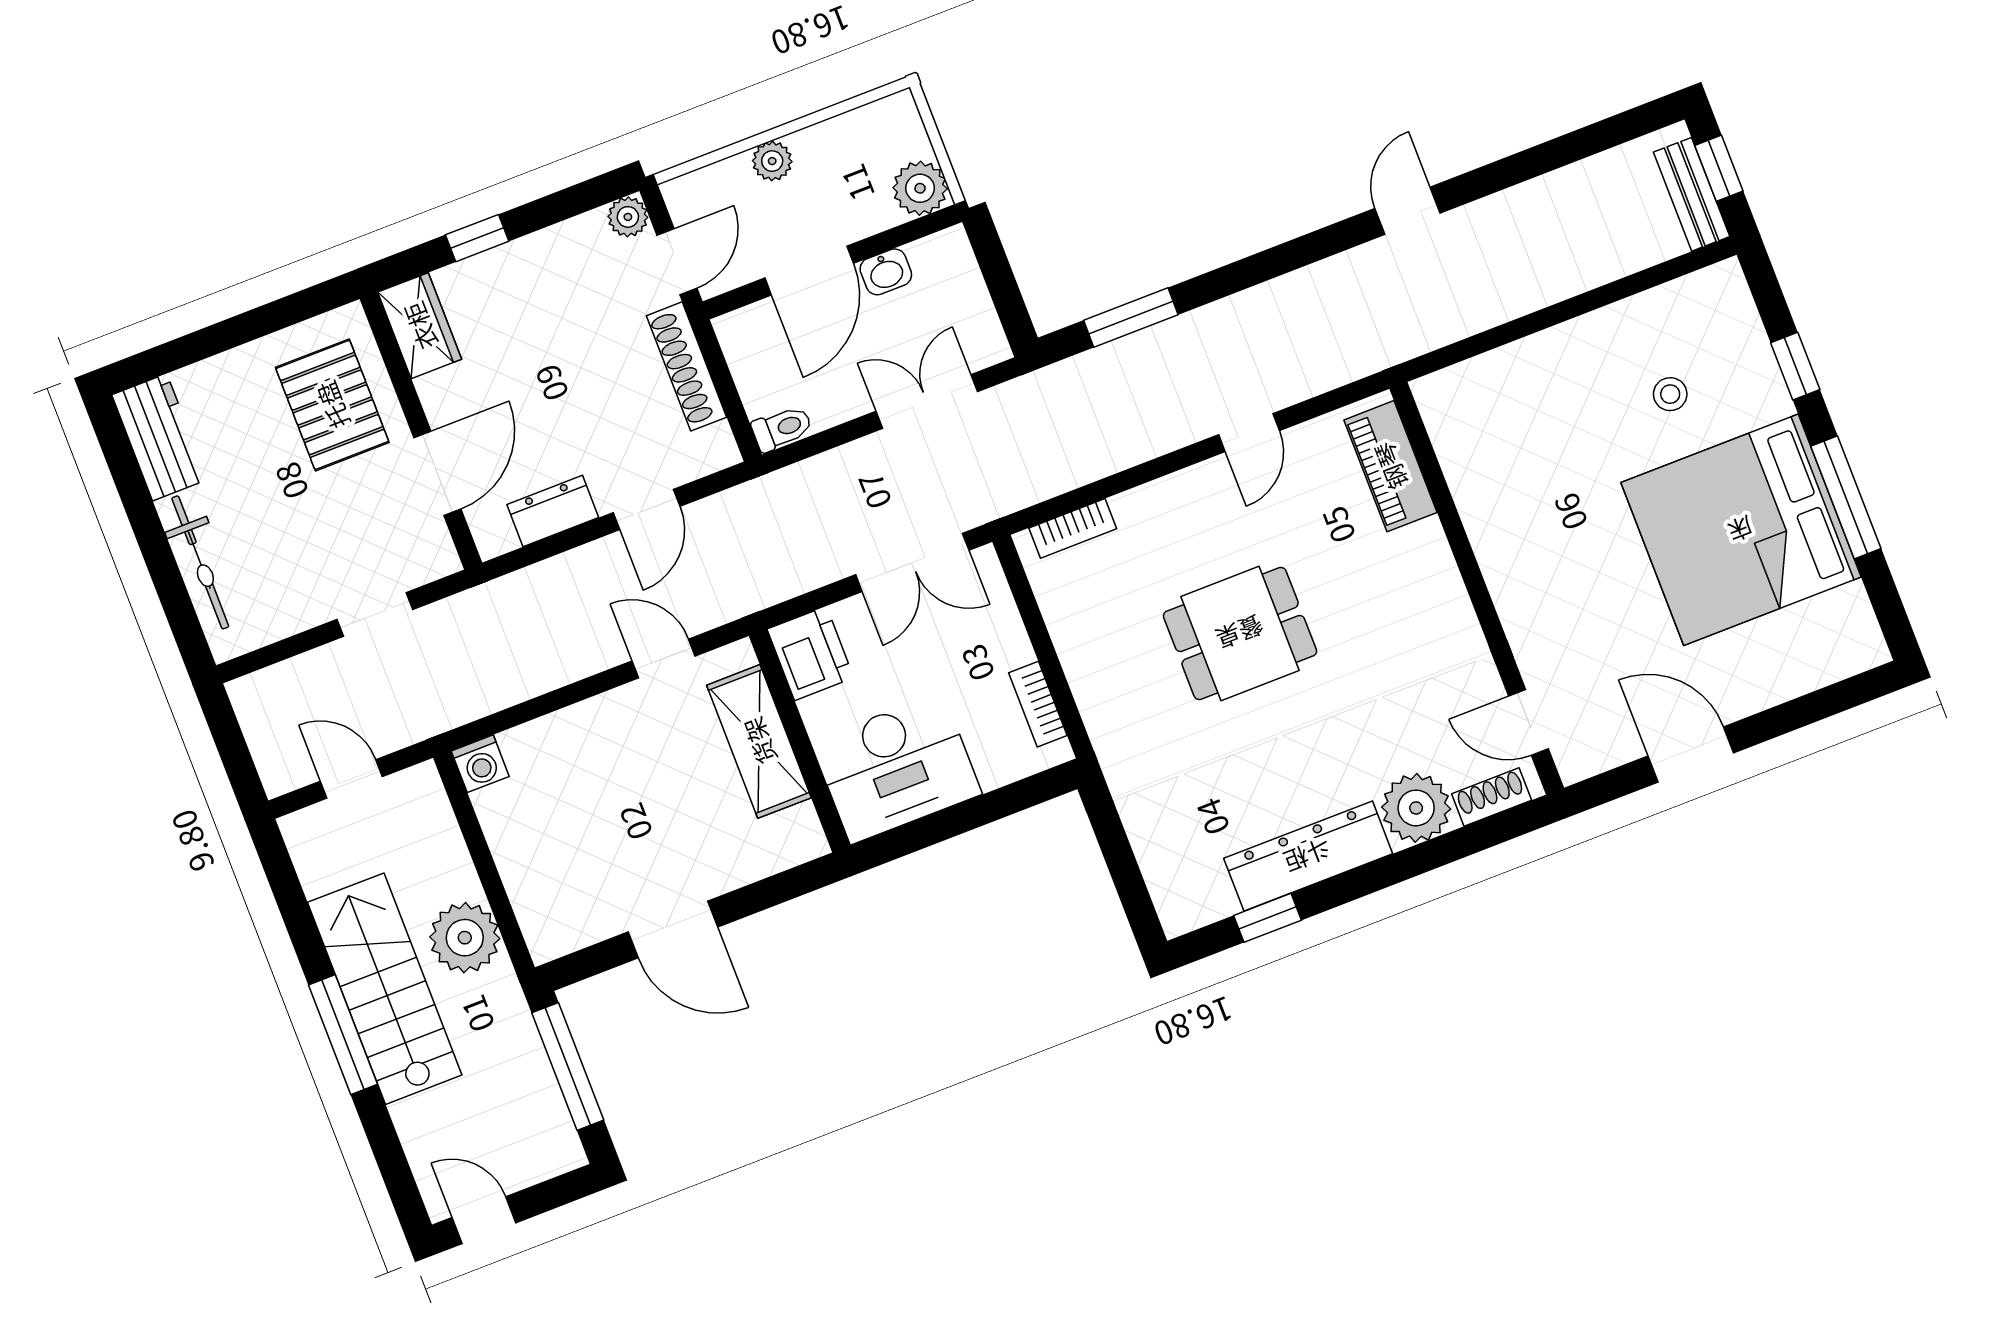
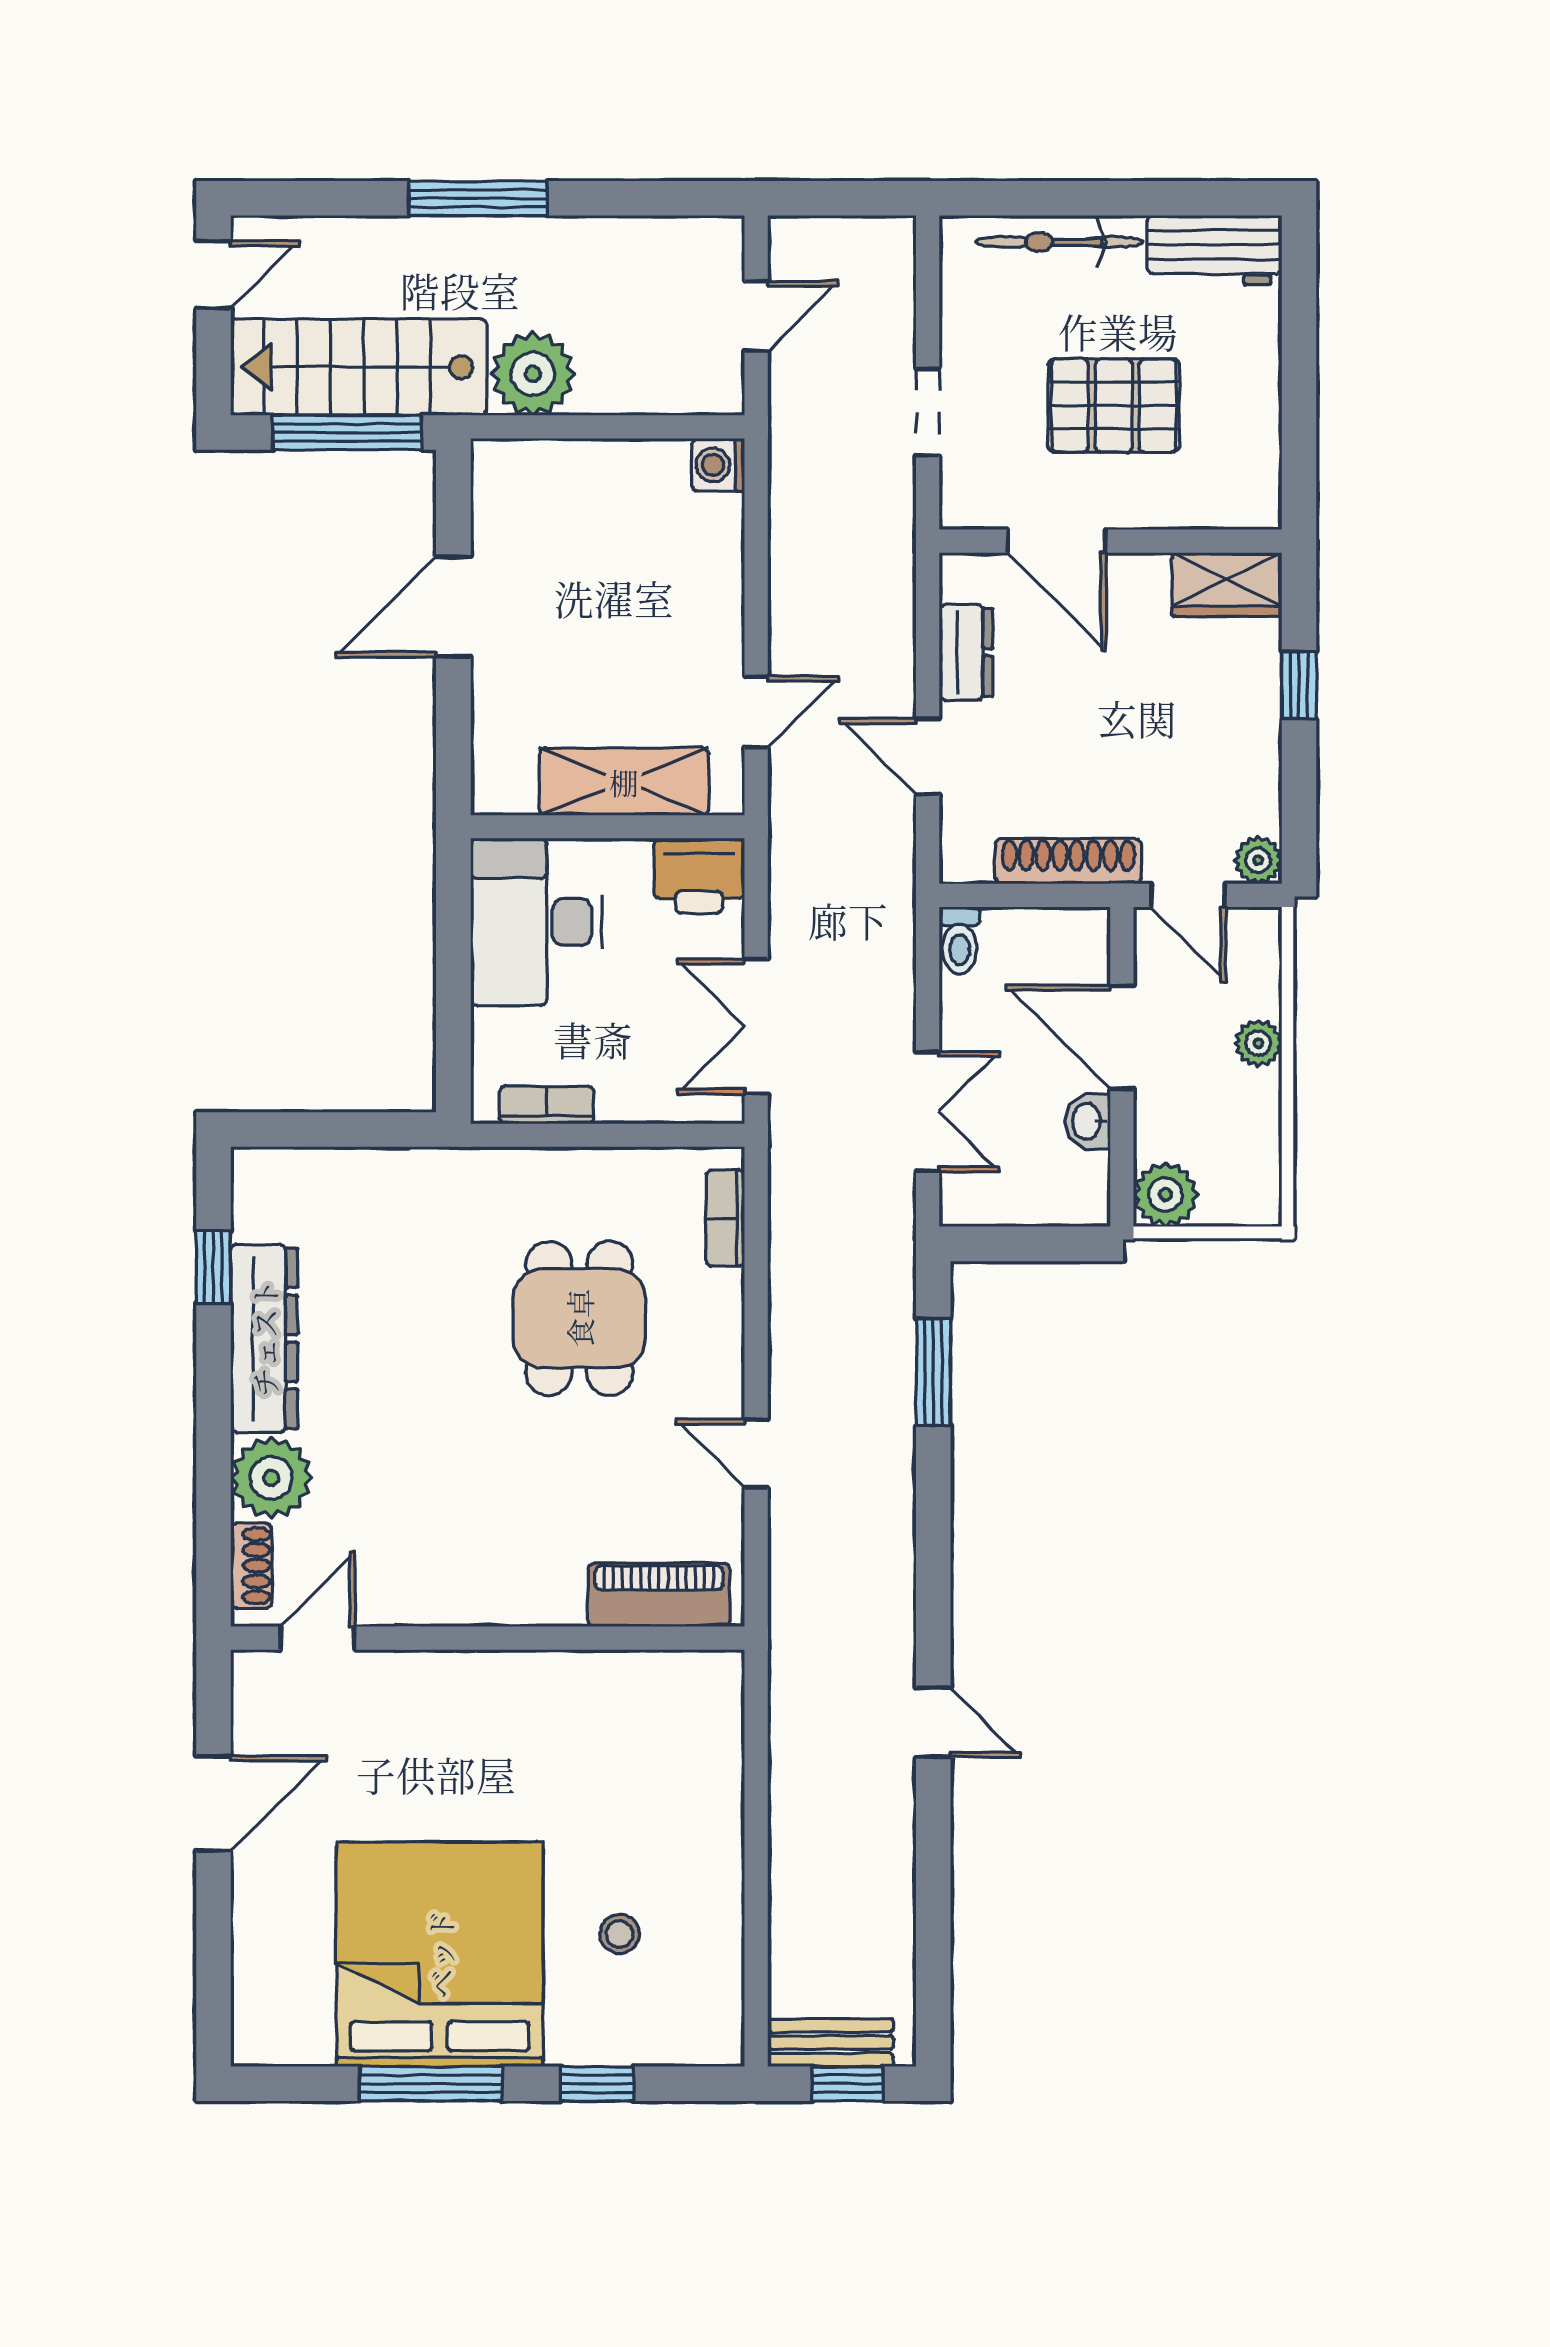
pallet: (332, 405) -> (1114, 406), moved
dining table: (1240, 633) -> (579, 1318), moved
stairs: (385, 989) -> (359, 367), moved, turned 180

